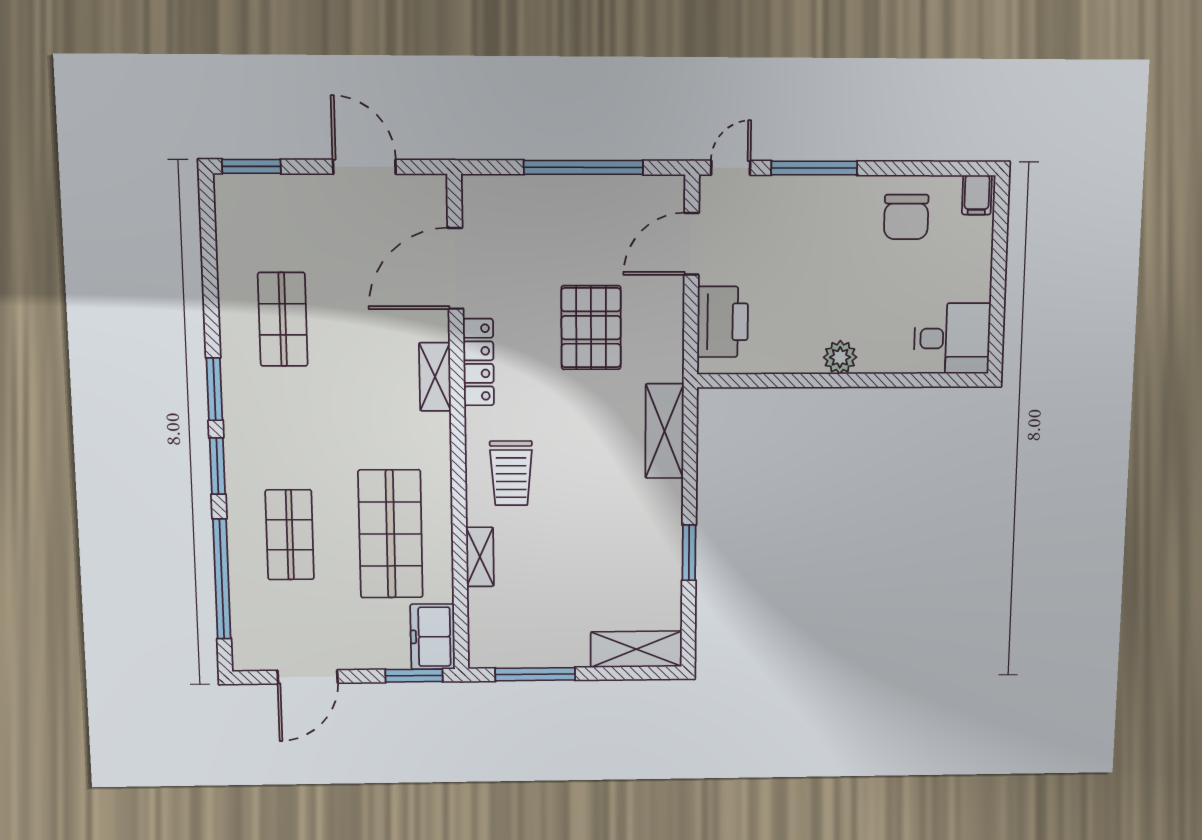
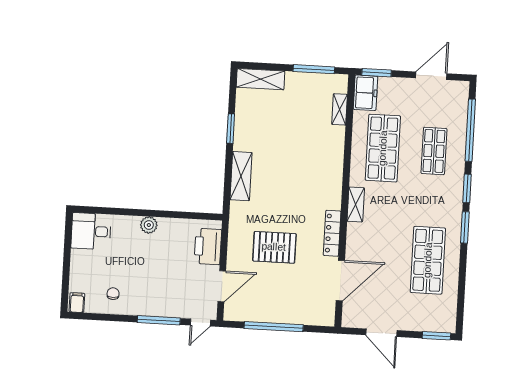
chair: (906, 217) -> (113, 294), width x0.54, depth x0.54
shop shelf: (283, 319) -> (428, 260), width x1.43, depth x1.36
pallet: (591, 328) -> (274, 247), turned 90
shelving: (435, 377) -> (356, 204), moved
shelving: (665, 431) -> (241, 176), moved
trolley: (511, 473) -> (319, 176), removed
shelving: (480, 557) -> (340, 109), moved

